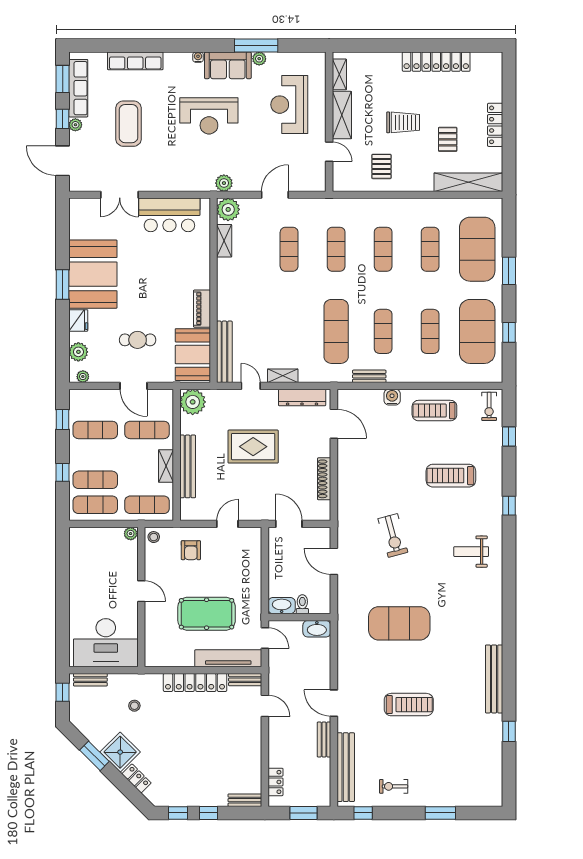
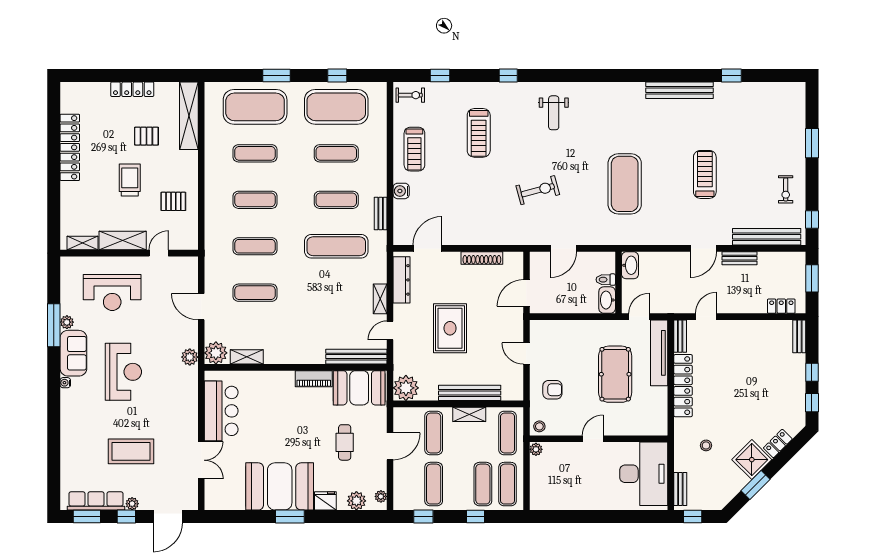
row of seats: (135, 61) -> (69, 445), removed

